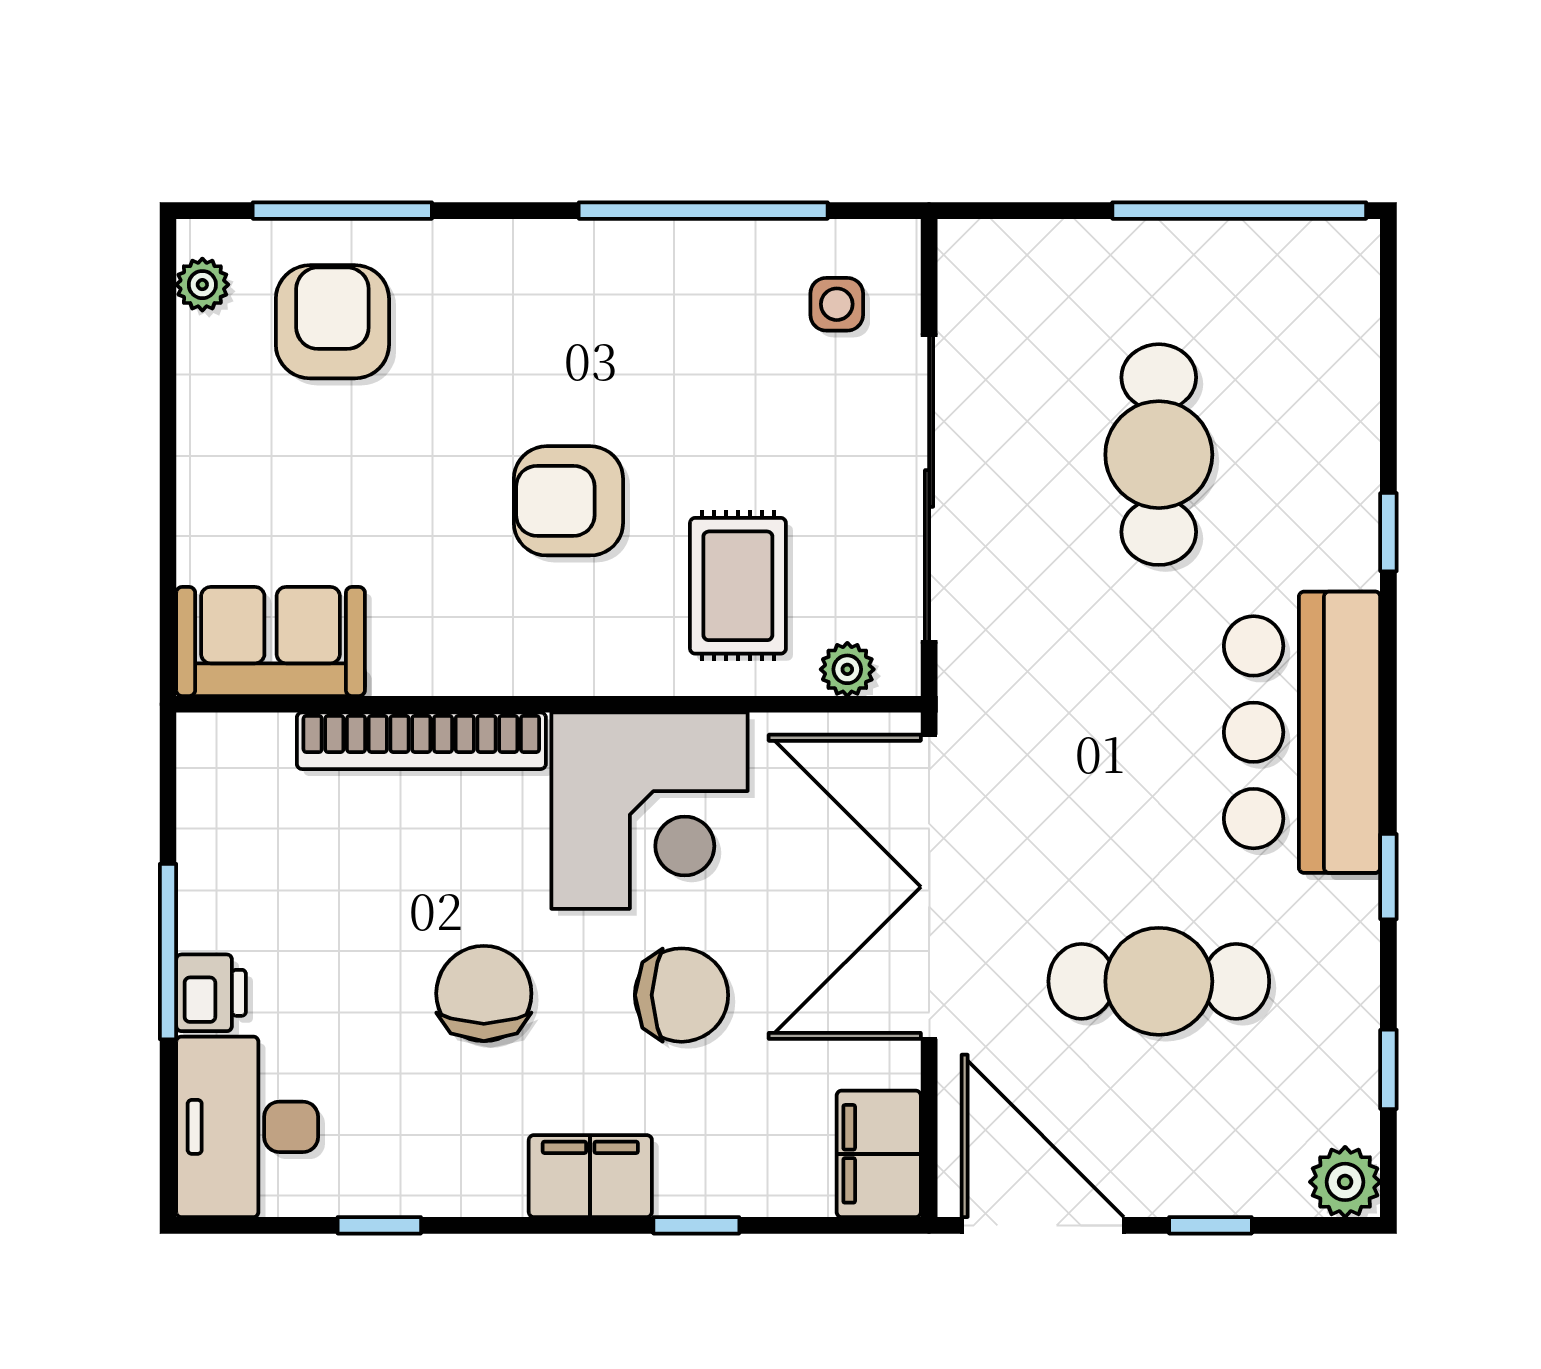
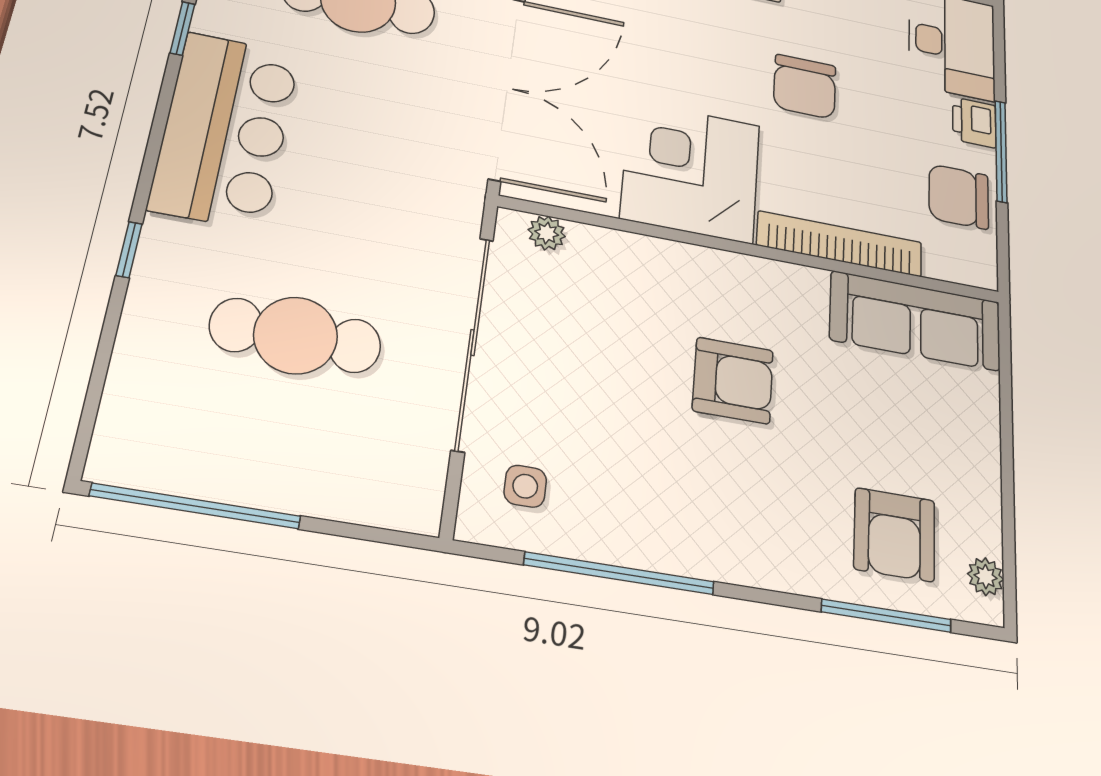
cafe table: (1159, 455) -> (296, 335), turned 90
rug: (738, 586) -> (618, 302), removed
sofa: (271, 641) -> (915, 321), width x1.36
chair: (682, 995) -> (959, 197), moved

